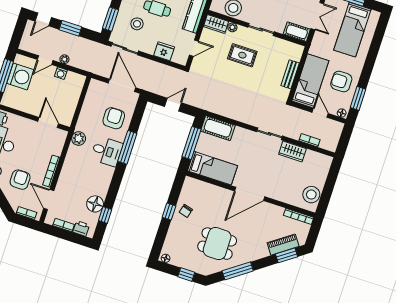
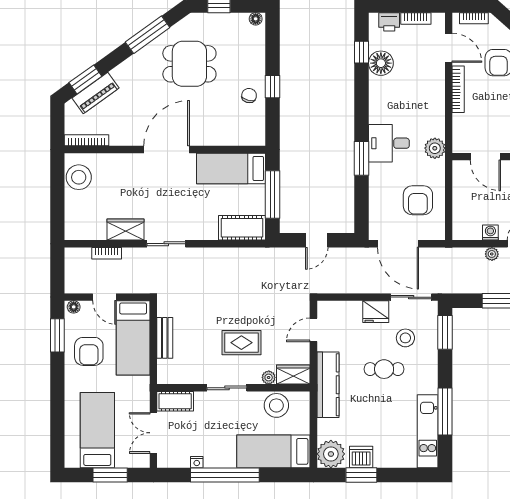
fridge: (164, 51) -> (376, 312), moved
armchair: (341, 82) -> (89, 351), turned 90
armchair: (114, 118) -> (418, 200), moved
window: (127, 147) -> (362, 158), width x0.69

